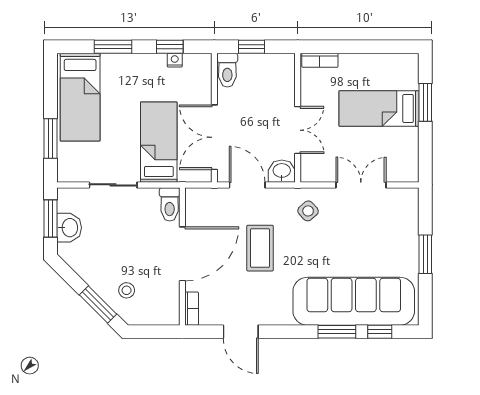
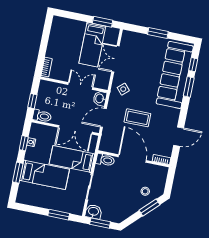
bed: (80, 97) -> (44, 175), moved
window: (425, 102) -> (103, 22), moved
bed: (379, 109) -> (92, 45), moved
washbasin: (69, 228) -> (93, 212), moved

